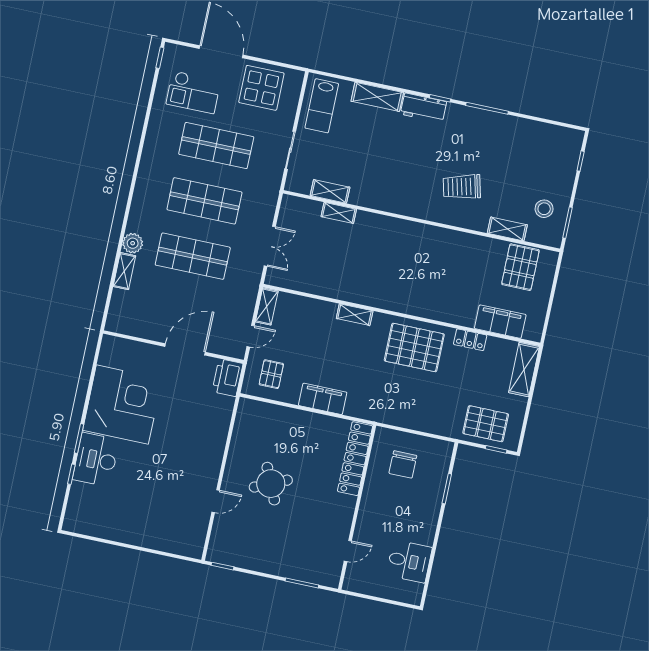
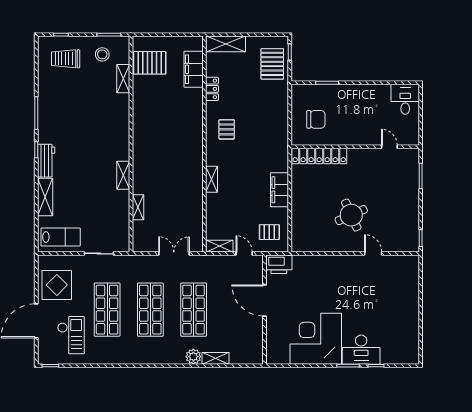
trolley: (462, 187) -> (66, 59), moved, turned 104
shelving: (330, 191) -> (123, 175), moved
pallet: (414, 347) -> (227, 129), width x0.49, depth x0.50
desk: (409, 561) -> (405, 99), moved

